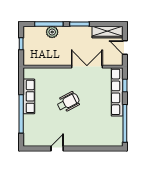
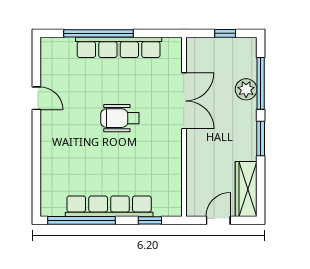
double door: (87, 67) -> (184, 101), moved
row of seats: (117, 92) -> (109, 206), moved
row of seats: (29, 96) -> (119, 47), width x1.36
wheelchair: (68, 102) -> (120, 118), turned 118

